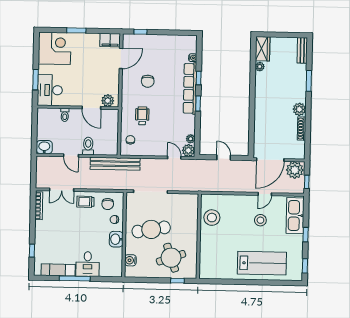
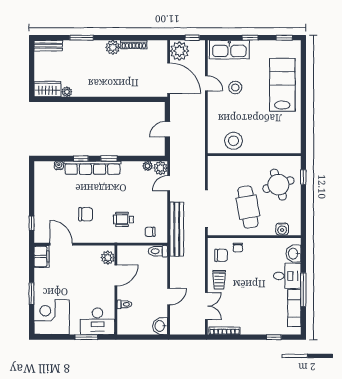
toilet: (88, 146) -> (158, 251), moved
bench: (115, 164) -> (177, 229), moved
washbasin: (116, 239) -> (294, 254), moved, turned 90

